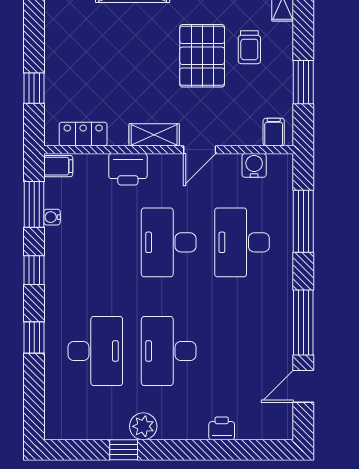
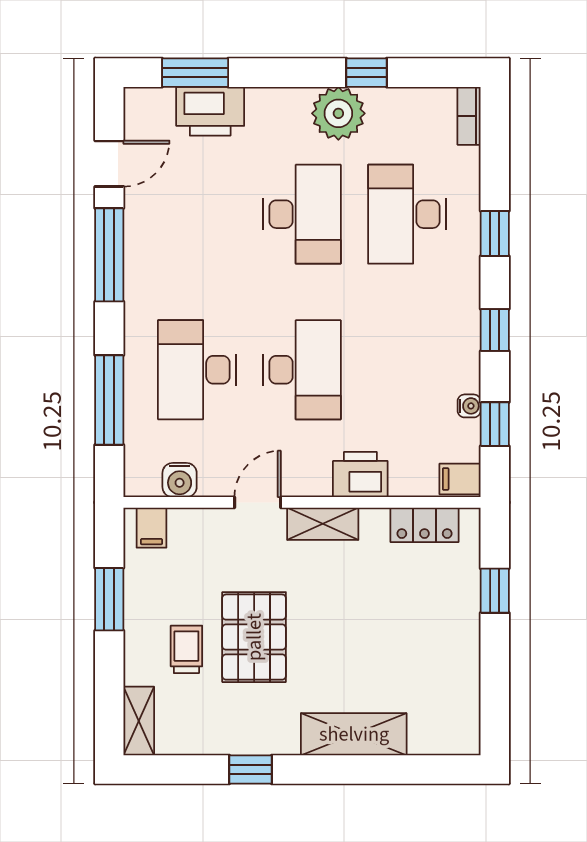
window: (34, 204) -> (495, 424), width x0.67
desk: (242, 242) -> (197, 370), turned 180
bookcase: (52, 420) -> (469, 116), added
plant: (143, 426) -> (338, 113), width x1.36, depth x1.36
printer: (222, 428) -> (210, 111), width x1.87, depth x1.48
window: (243, 450) -> (195, 73), added

